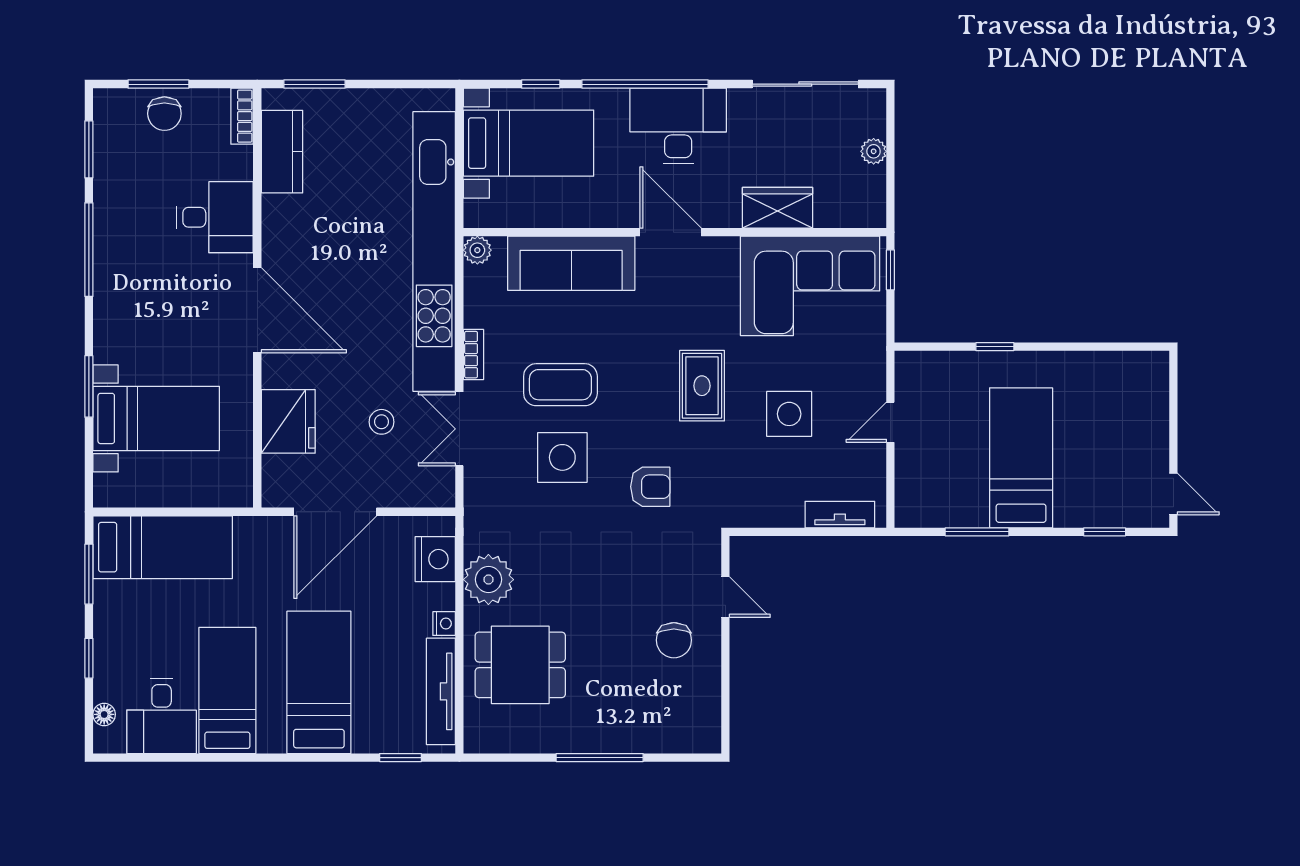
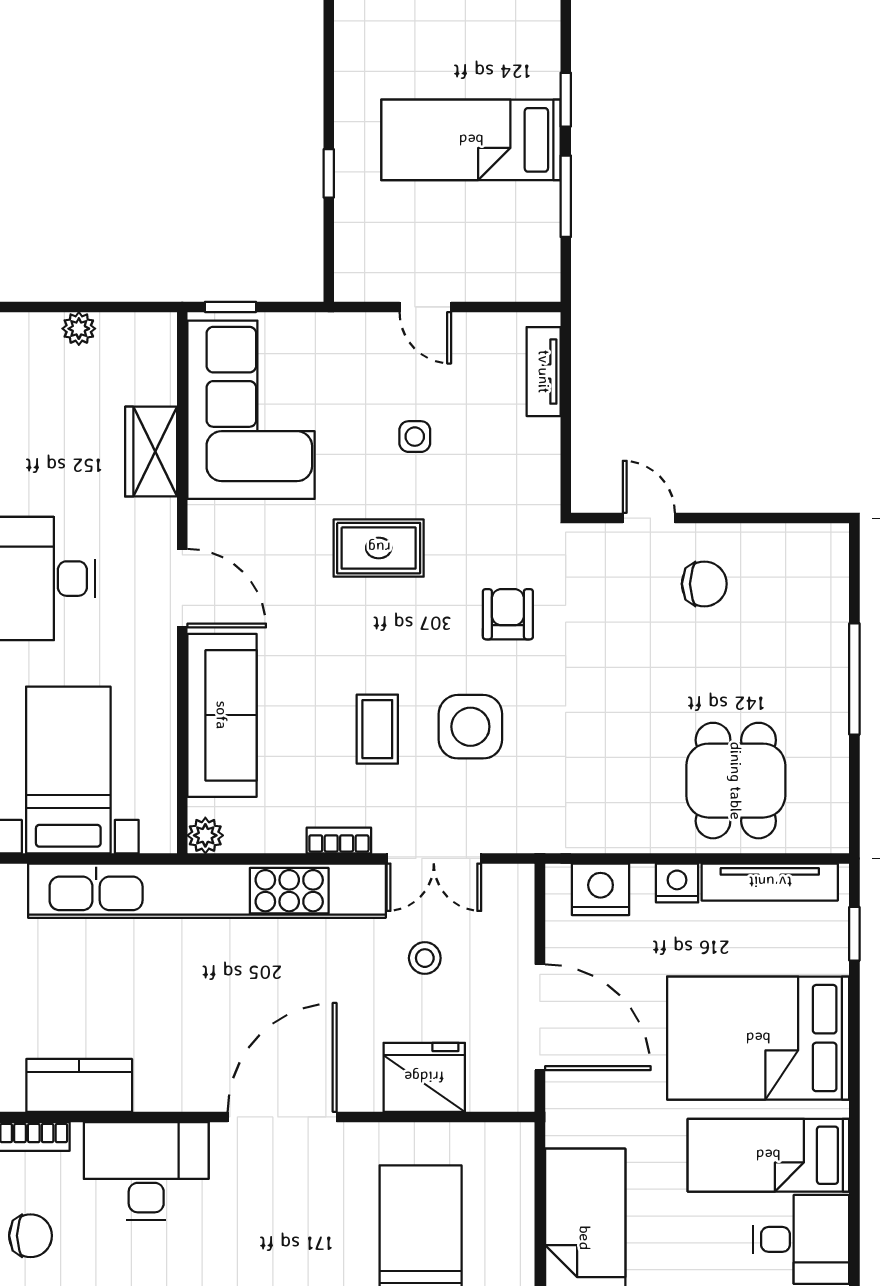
desk: (215, 217) -> (146, 1171), width x1.37
door: (671, 232) -> (182, 588), swing flipped
coffee table: (560, 385) -> (377, 729), width x0.73, depth x0.77
side table: (789, 414) -> (415, 437), width x0.54, depth x0.54
window: (1105, 532) -> (566, 100), moved
plant: (488, 580) -> (627, 821), removed
door: (725, 597) -> (649, 518), hinge flipped
nightstand: (444, 624) -> (677, 883), width x1.39, depth x1.35
bed: (319, 682) -> (758, 1038), width x1.50

